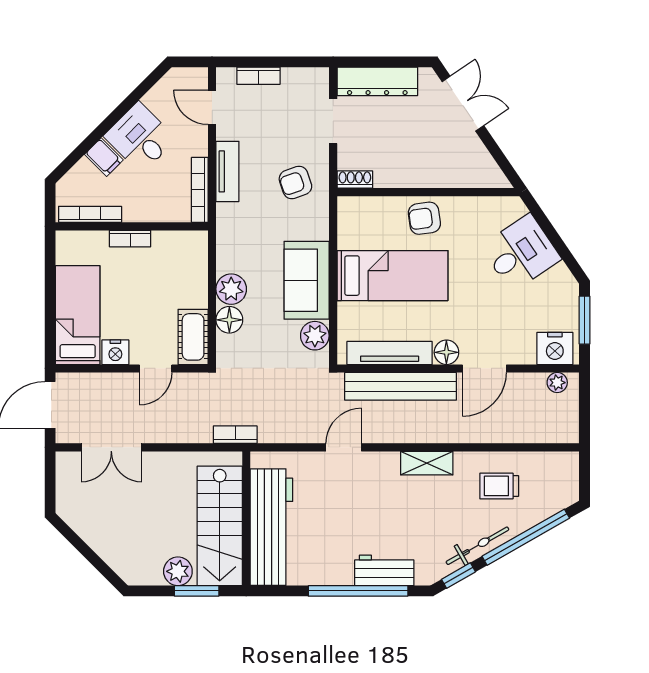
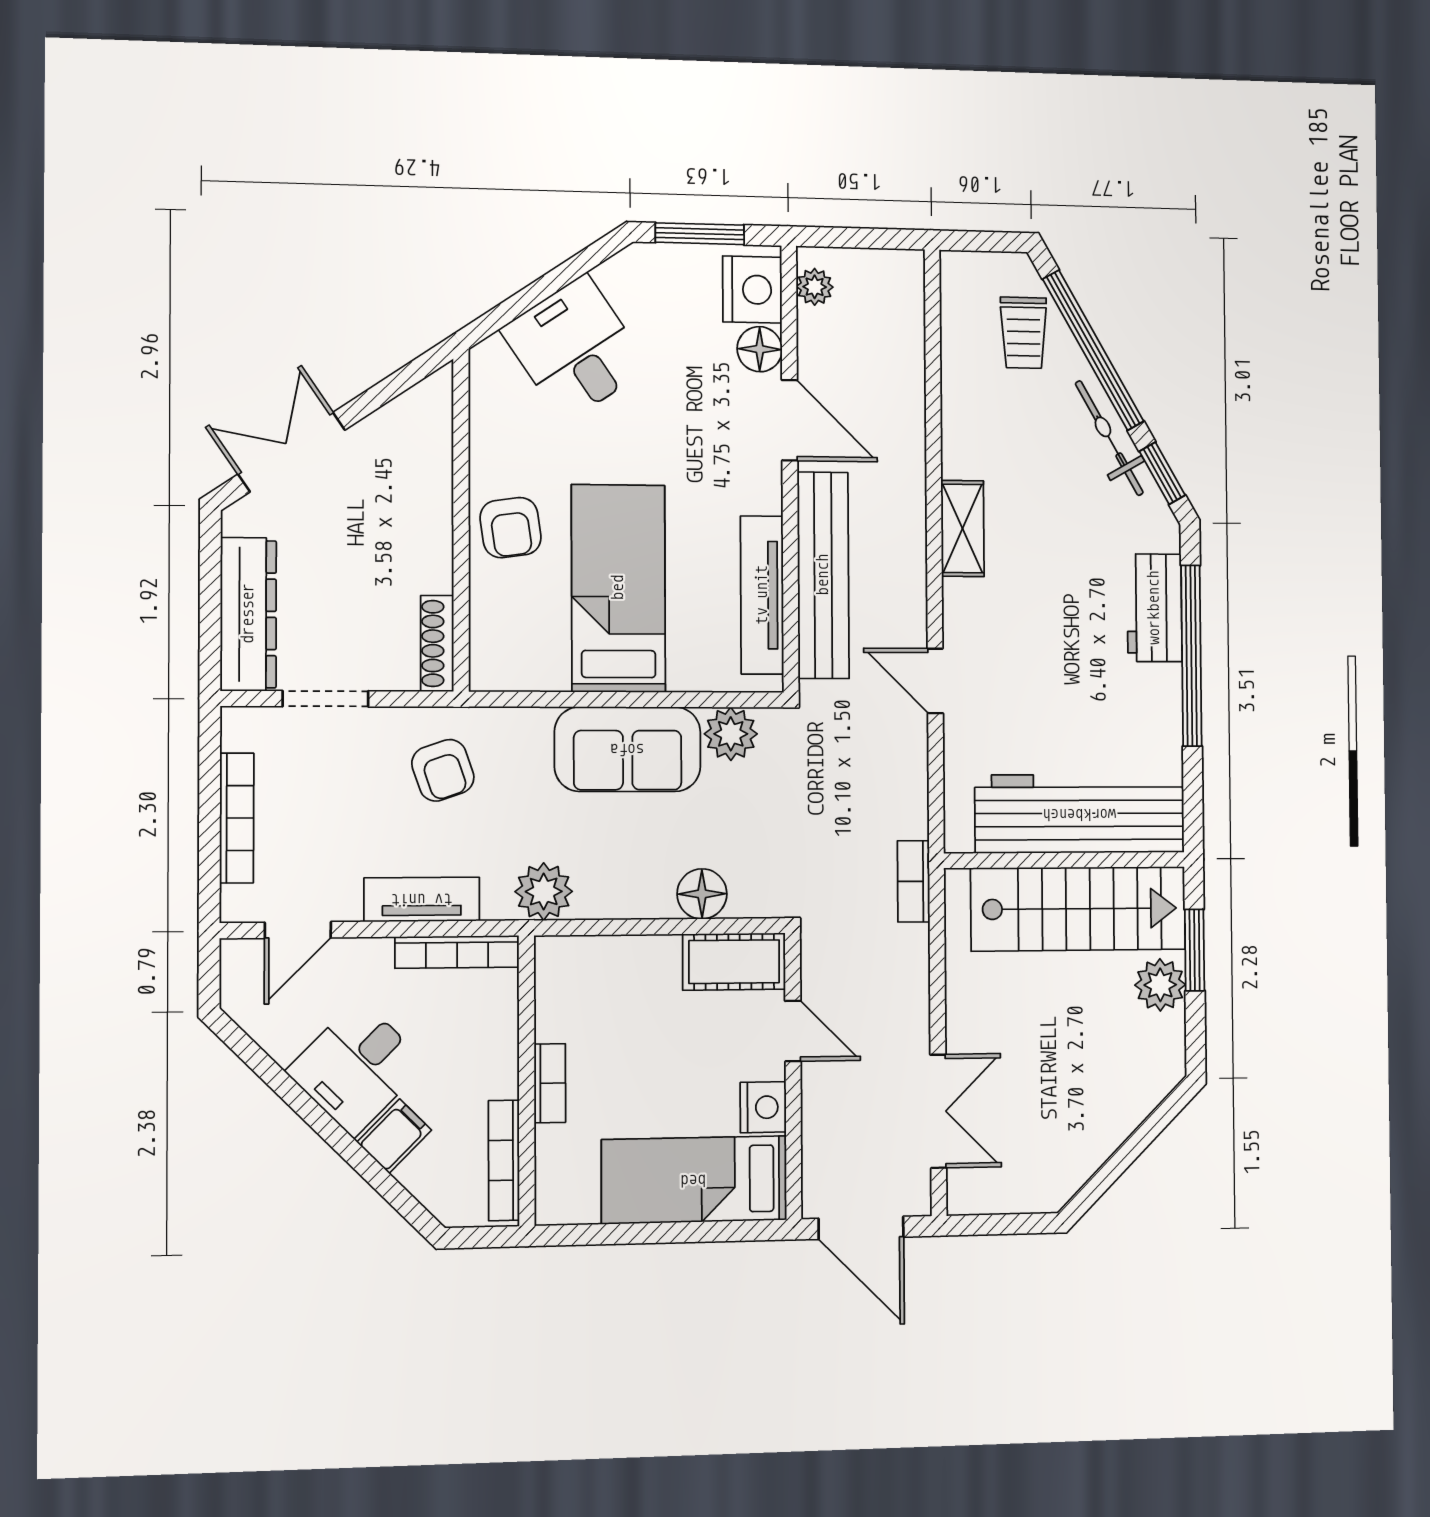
bookcase: (258, 76) -> (237, 818), width x1.56
shoe rack: (355, 180) -> (437, 644), width x1.43
plant: (231, 289) -> (544, 891), moved
floor lamp: (446, 352) -> (760, 349), moved
trolley: (499, 486) -> (1024, 333), moved

